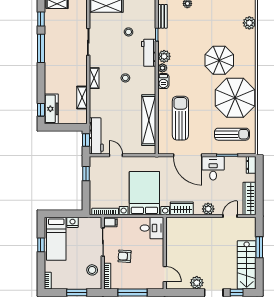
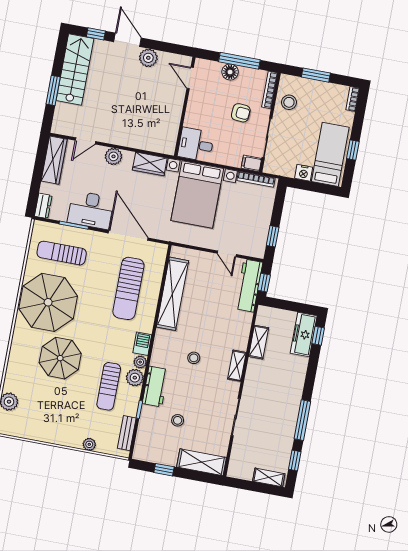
sun lounger: (181, 47) -> (109, 386), added
desk: (213, 168) -> (91, 210), width x1.37
floor lamp: (137, 283) -> (230, 72), added

